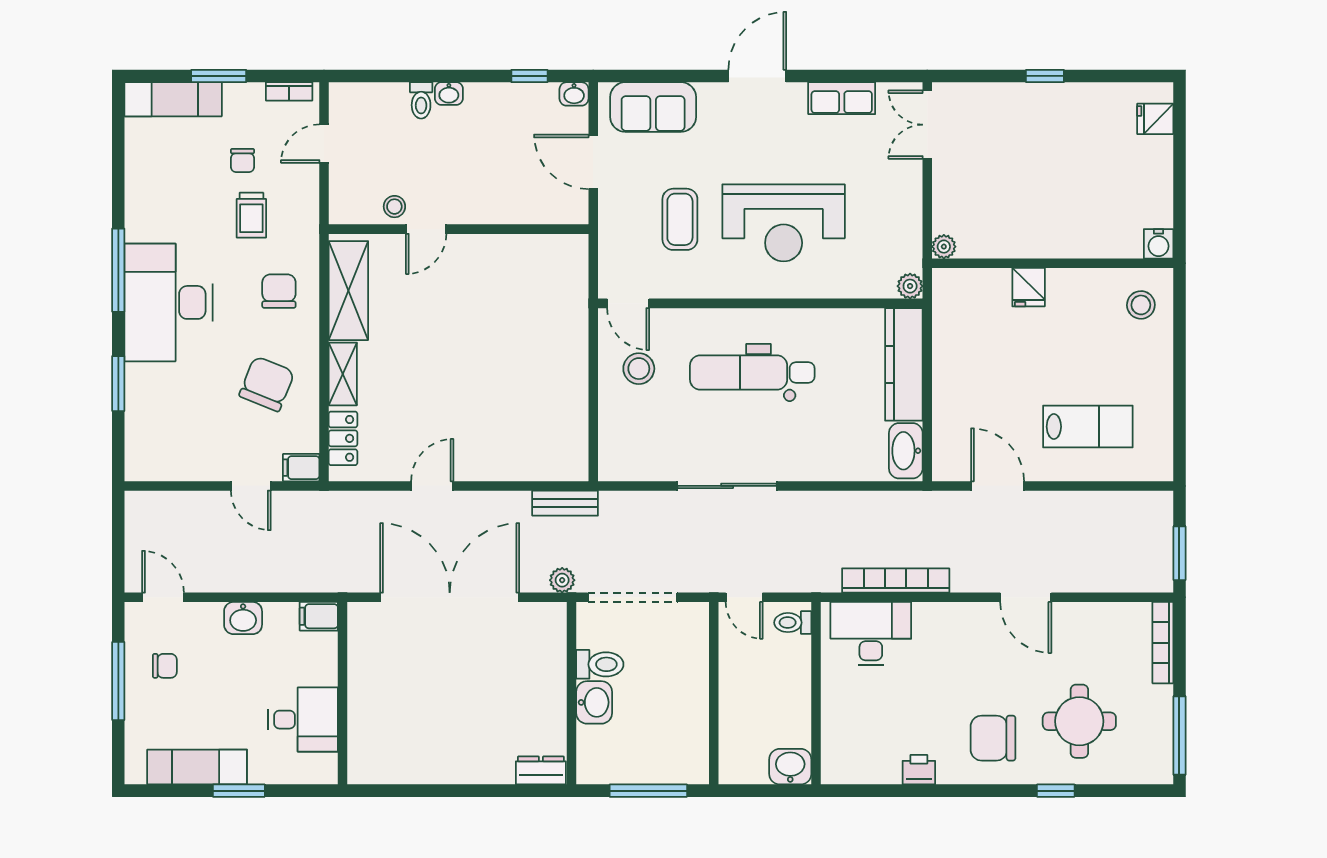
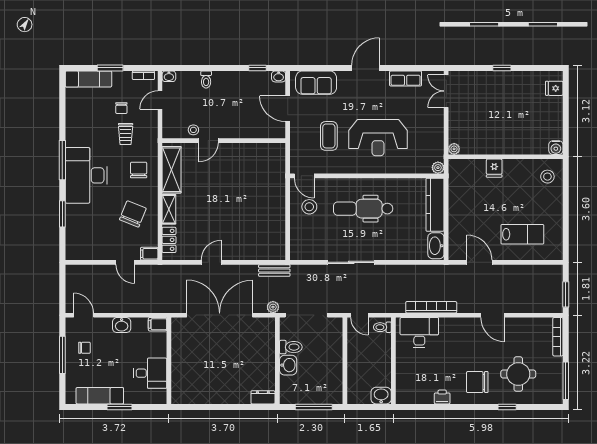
washbasin: (449, 94) -> (169, 76), moved

